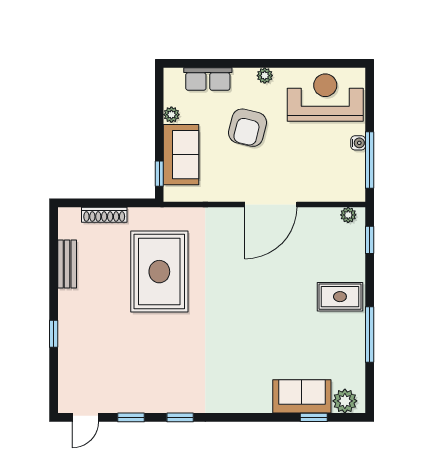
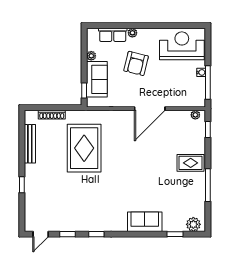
plant: (265, 76) -> (132, 33), moved
bench: (67, 264) -> (30, 144), width x1.36
sofa: (302, 396) -> (145, 222), moved

